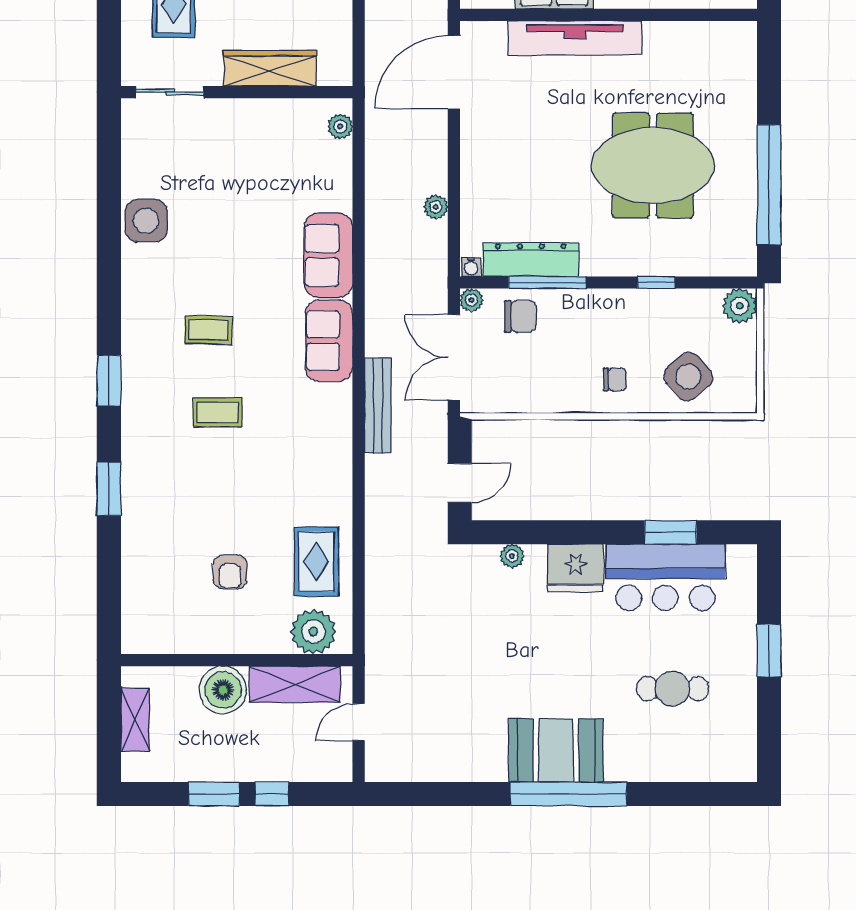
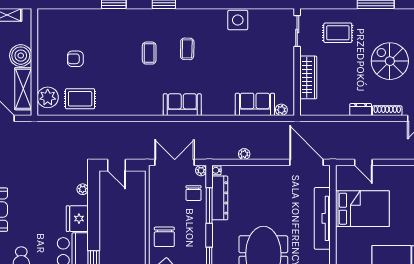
sofa: (328, 255) -> (255, 104), moved
chair: (615, 379) -> (164, 237), width x1.87, depth x1.87
bench: (378, 405) -> (152, 127), removed

